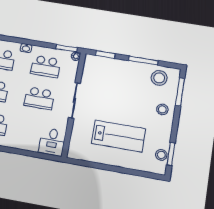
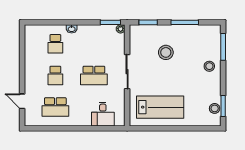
school desk: (46, 67) -> (94, 44), removed
stool: (159, 78) -> (166, 52), moved
lab bench: (118, 136) -> (160, 107), moved
desk: (52, 142) -> (103, 114), moved

